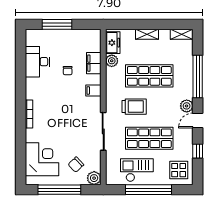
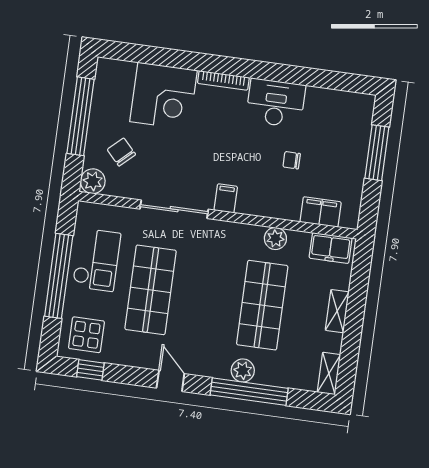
plant: (112, 61) -> (275, 238), moved
desk: (37, 62) -> (276, 103), moved
filing cabinet: (94, 63) -> (321, 212), moved
filing cabinet: (93, 91) -> (226, 198), moved
plant: (187, 106) -> (243, 371), moved
trolley: (134, 107) -> (211, 270), removed
window: (198, 151) -> (90, 370), moved
corner desk: (42, 159) -> (164, 96), moved

